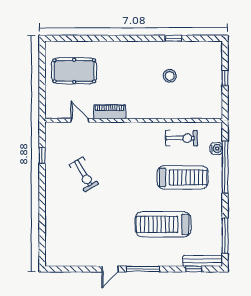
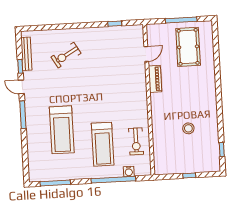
window: (173, 38) -> (222, 150), moved
window: (42, 77) -> (181, 20), added
exercise bike: (84, 174) -> (66, 55), moved
treadmill: (163, 224) -> (62, 130), turned 180
bench: (203, 261) -> (26, 54), moved
window: (194, 269) -> (20, 66), moved

